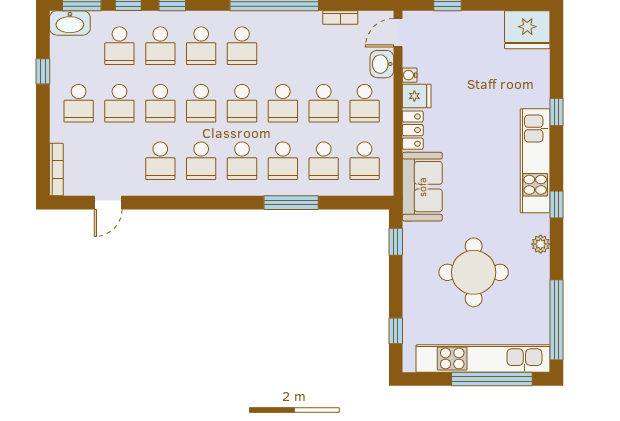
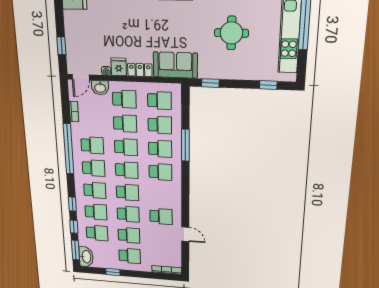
door: (398, 33) -> (81, 77), hinge flipped
school desk: (201, 161) -> (92, 145), moved
door: (108, 203) -> (185, 234), moved
round table: (474, 272) -> (231, 33), width x0.73, depth x0.73

